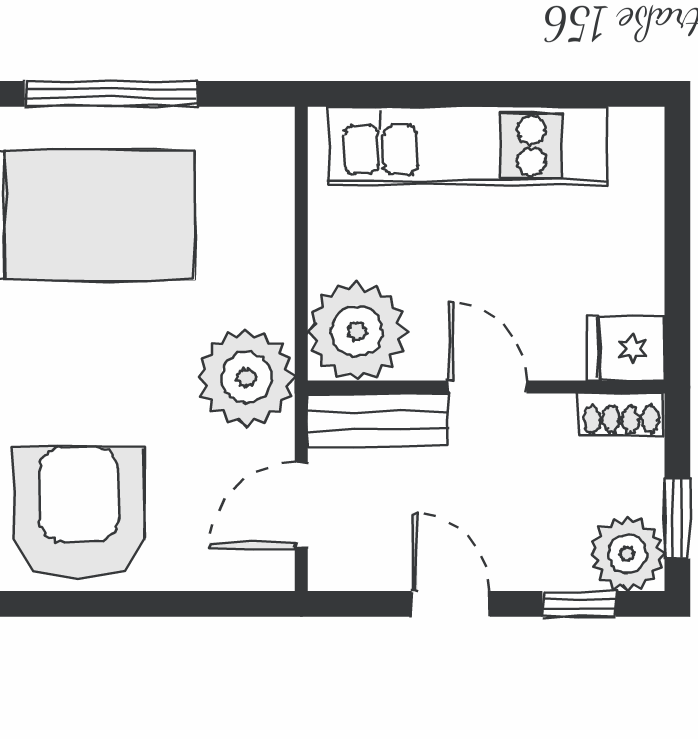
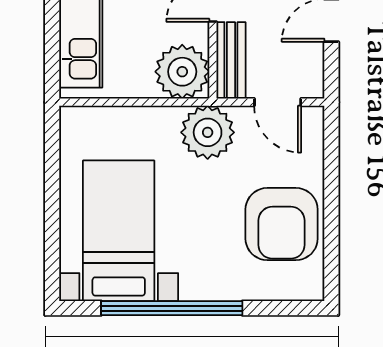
window: (111, 94) -> (52, 206), removed
armchair: (79, 513) -> (282, 224), turned -90

